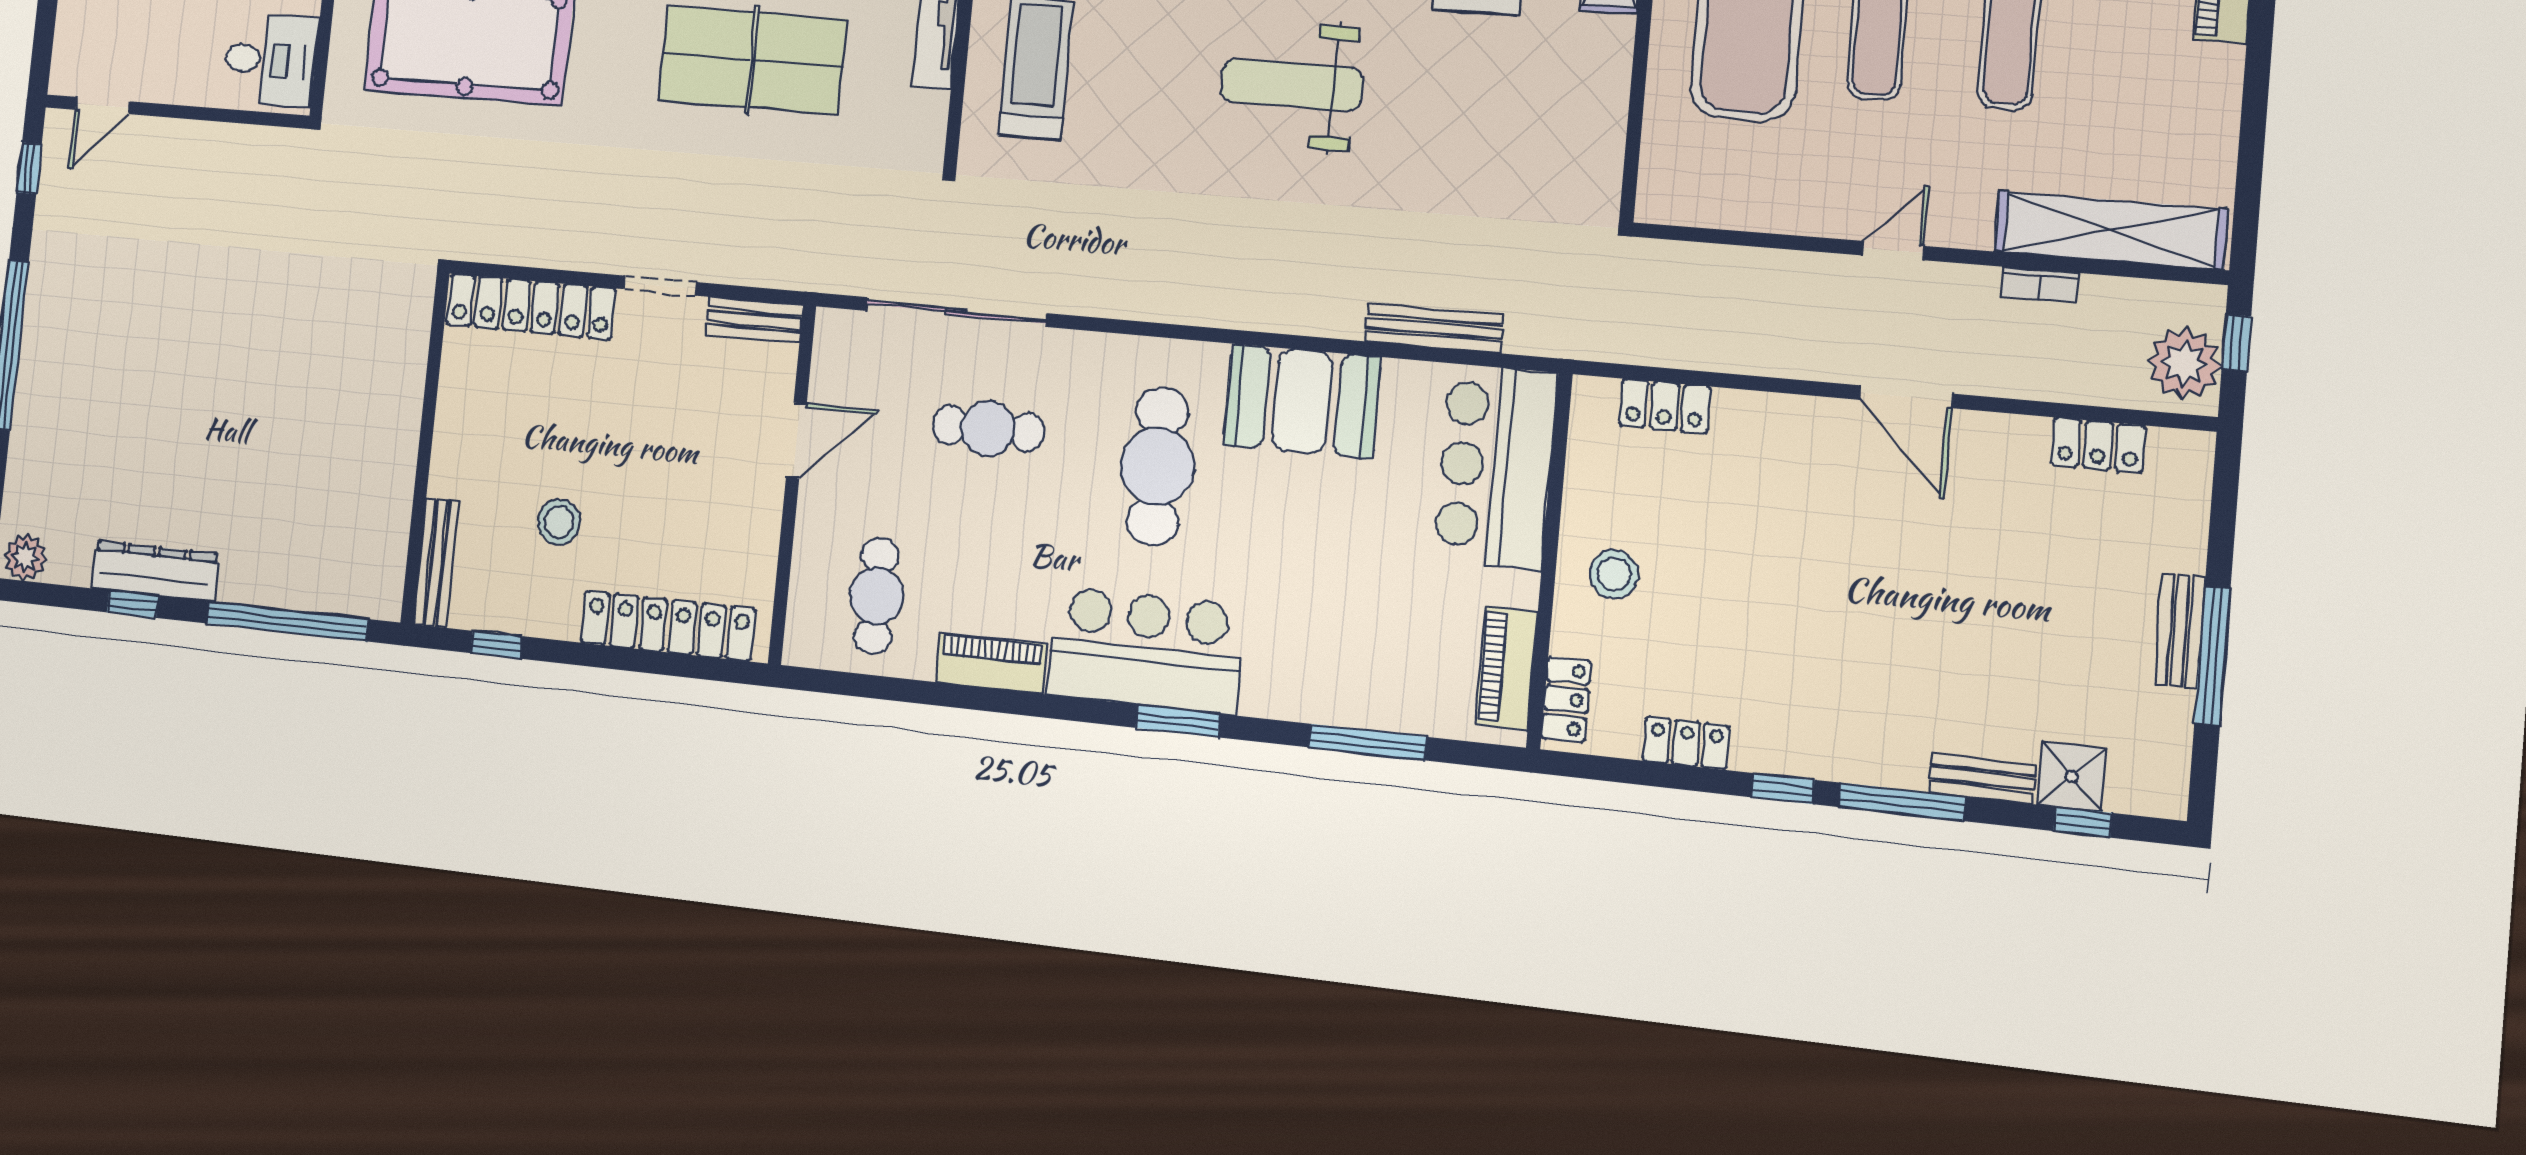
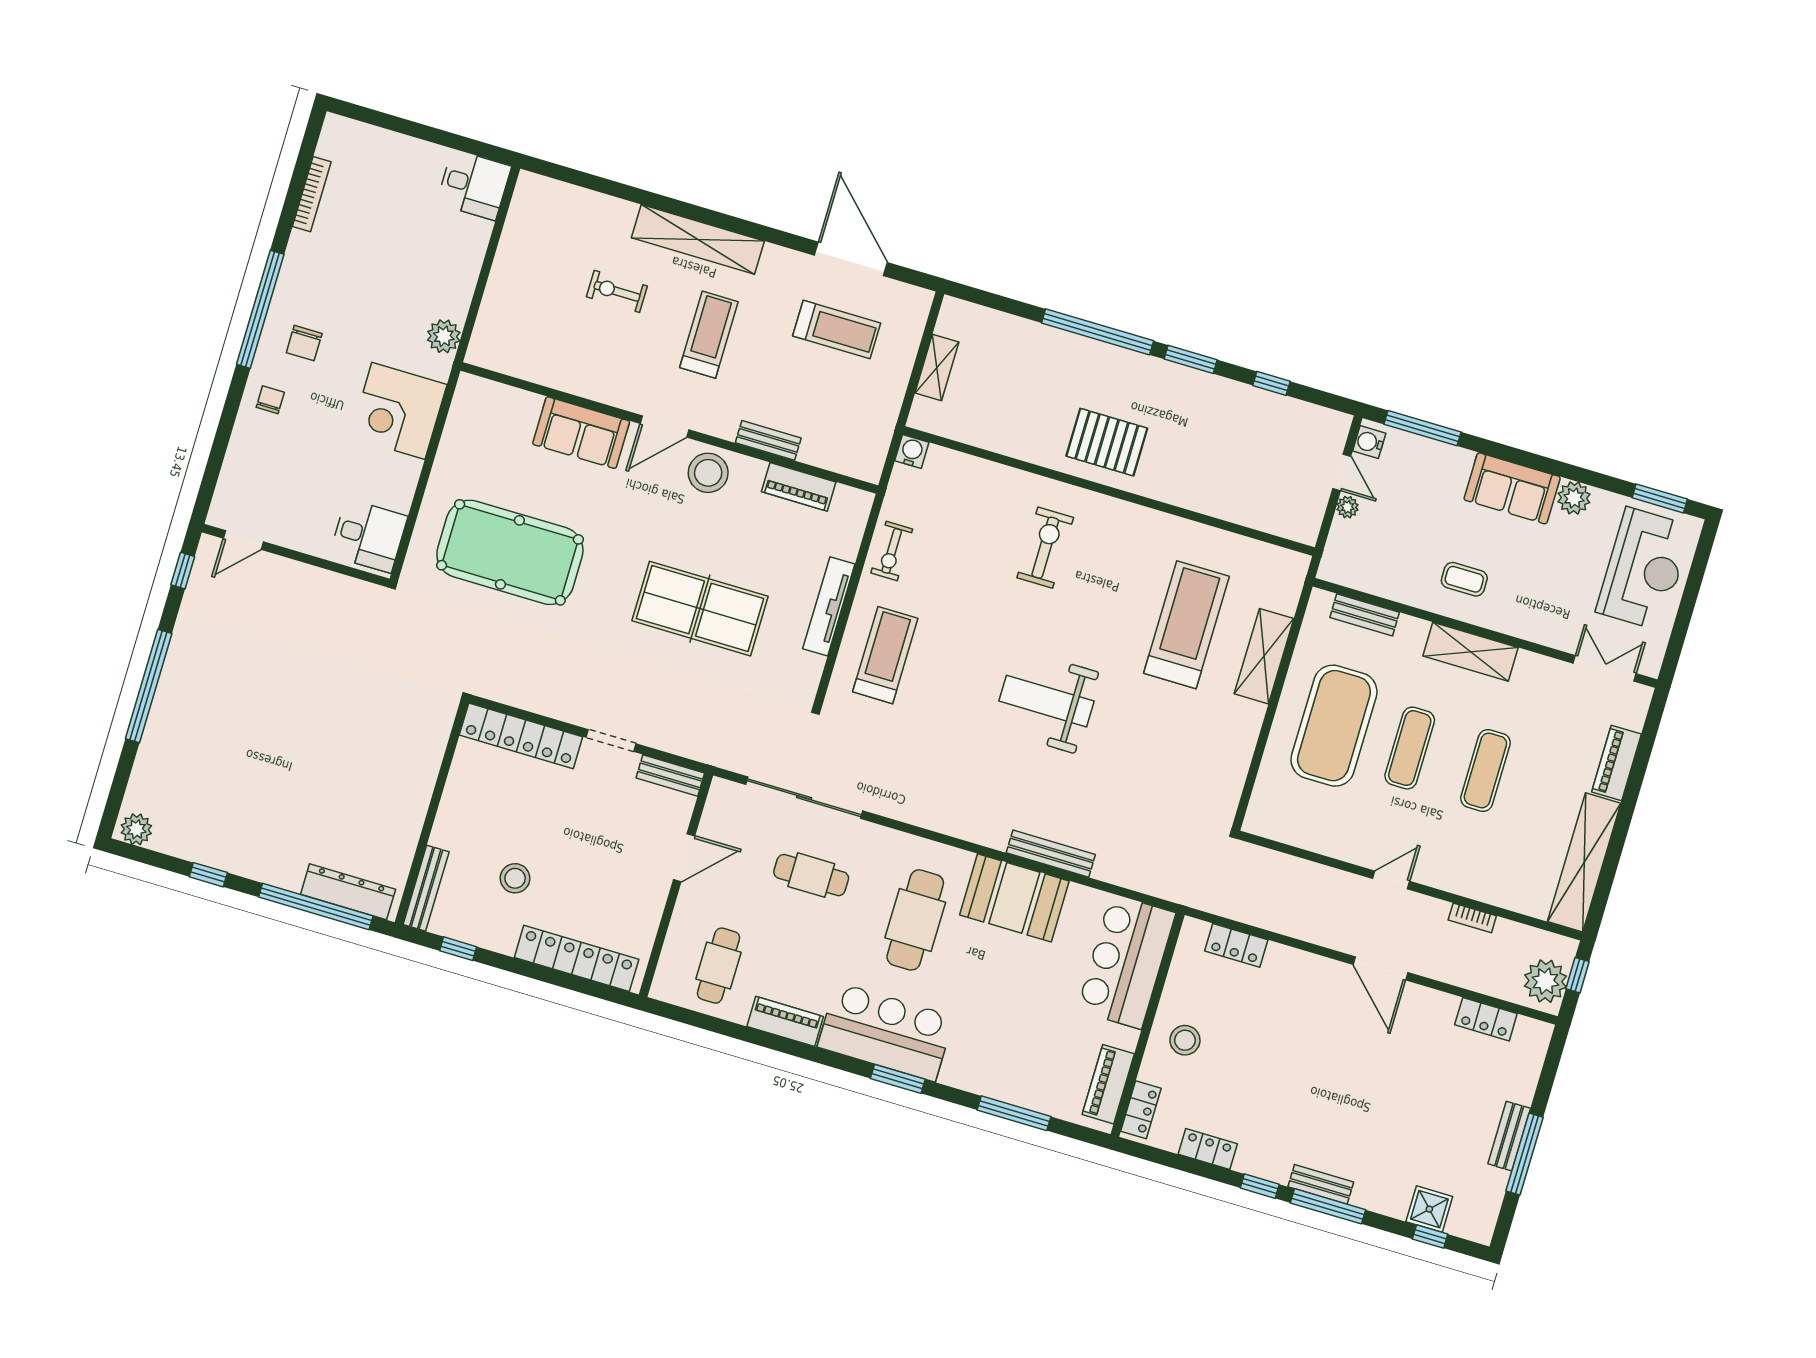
shelving: (2111, 230) -> (1584, 862), moved, turned 90
bench: (1434, 328) -> (1051, 854), moved
dresser: (155, 571) -> (348, 892), moved
bench: (1982, 779) -> (1321, 1184), moved

